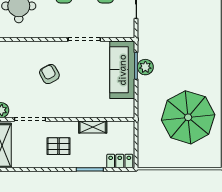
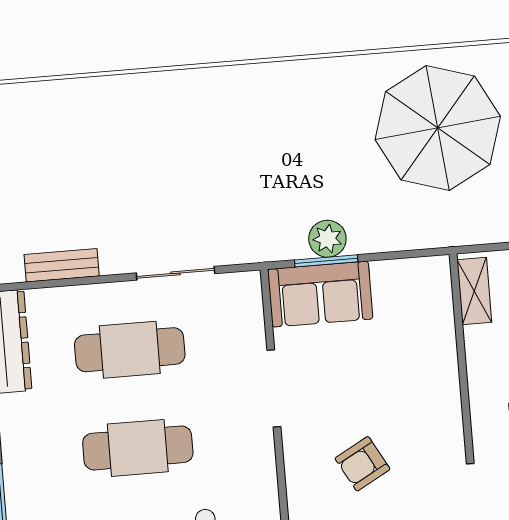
sofa: (122, 70) -> (320, 294), width x0.73
shelving: (93, 127) -> (474, 291), moved

